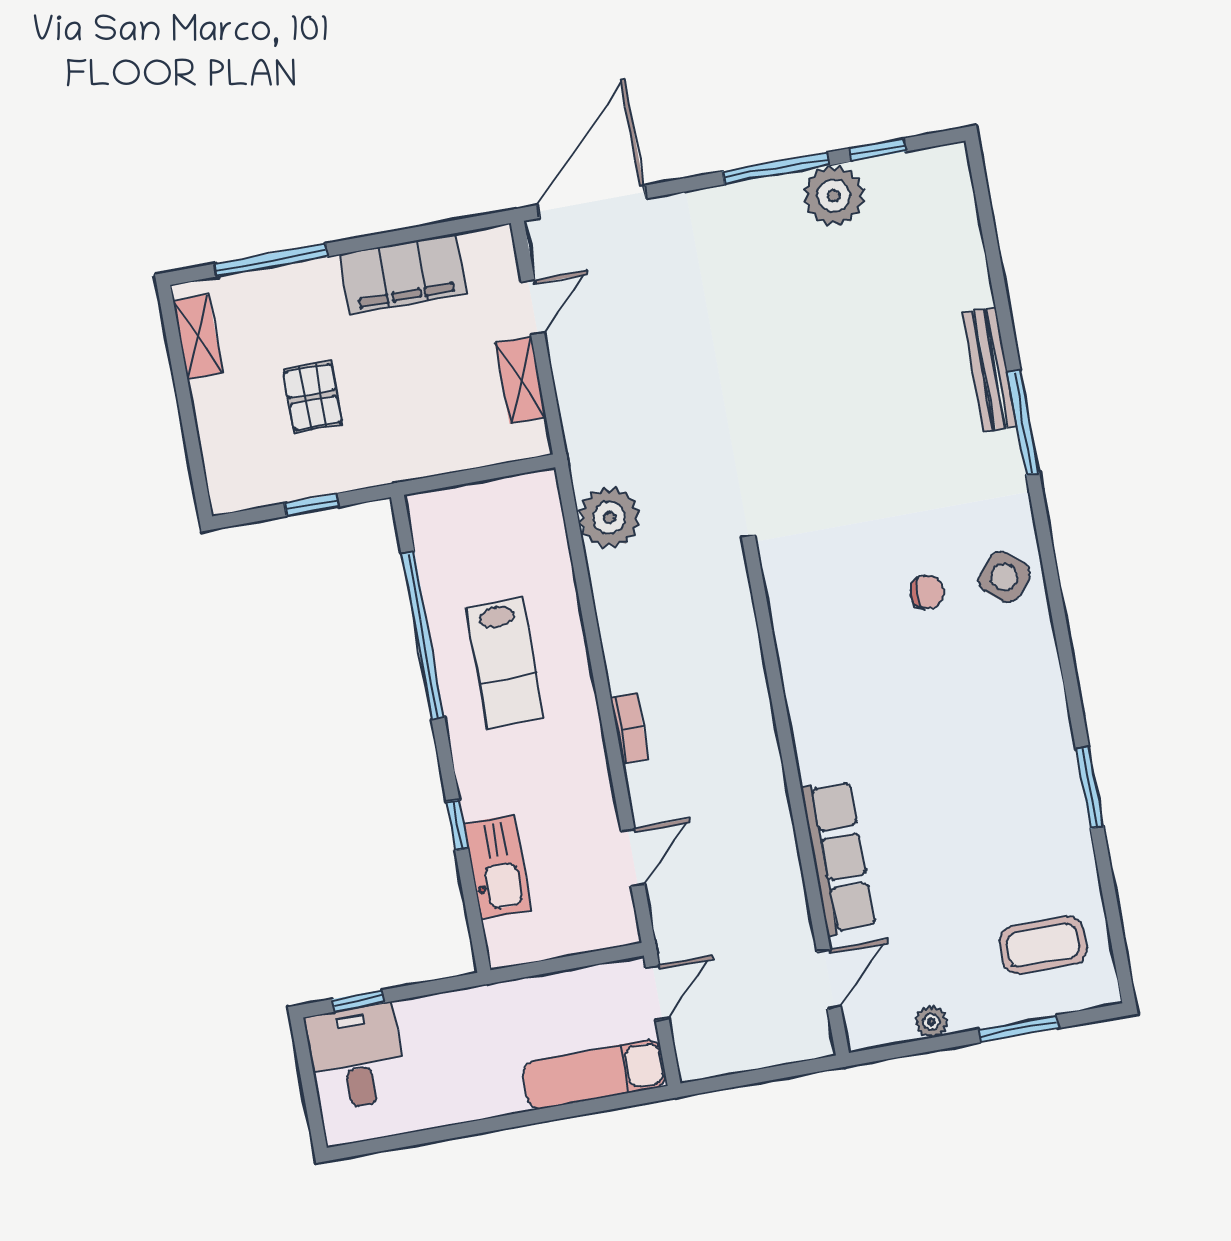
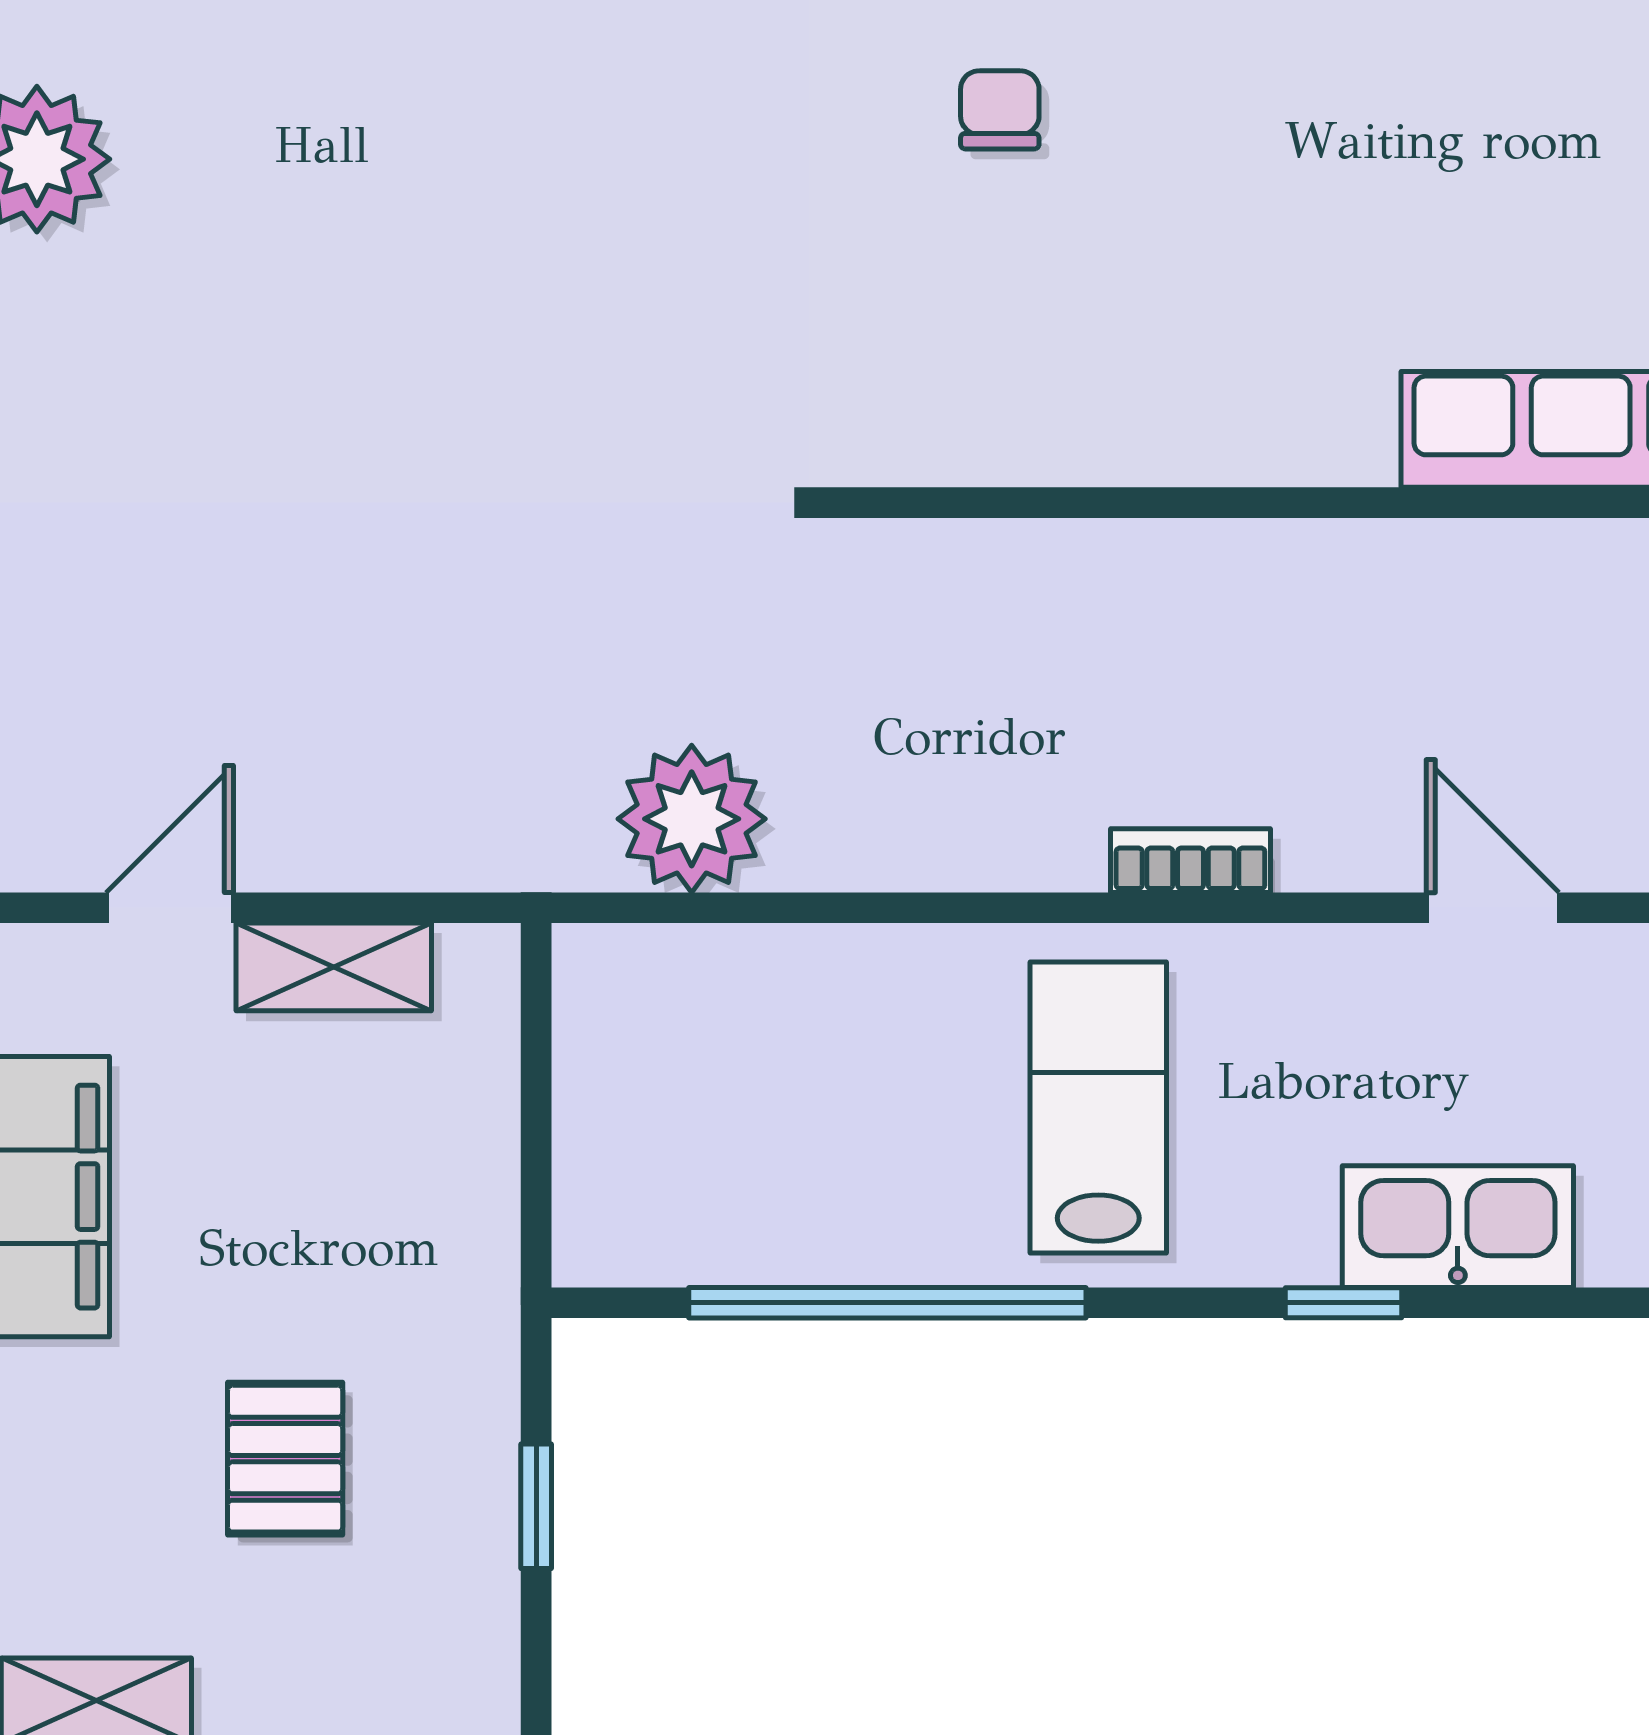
door: (533, 307) -> (170, 908), hinge flipped
pallet: (313, 397) -> (285, 1459), turned 90
lab bench: (505, 663) -> (1098, 1108), moved, turned -90

